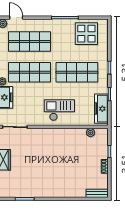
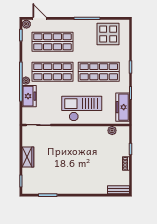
checkout: (59, 110) -> (82, 109), width x1.36, depth x1.21

